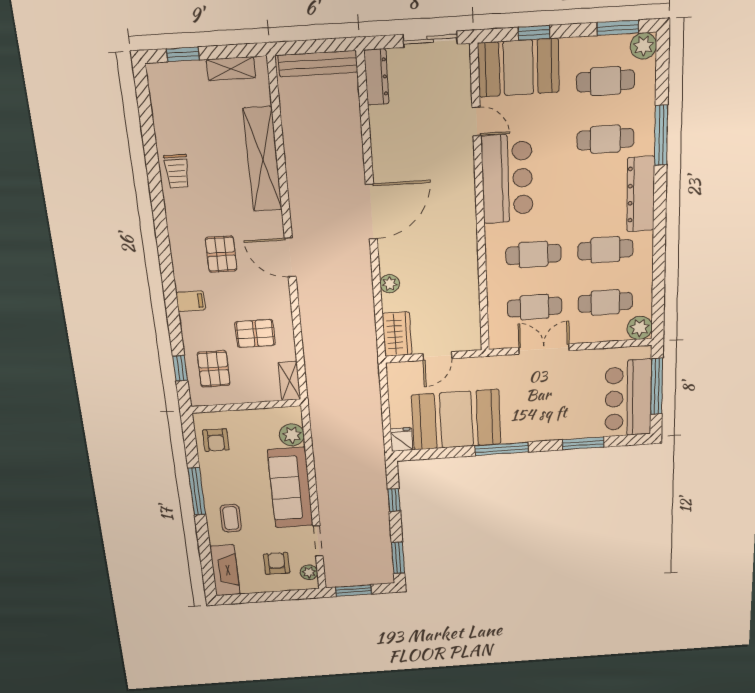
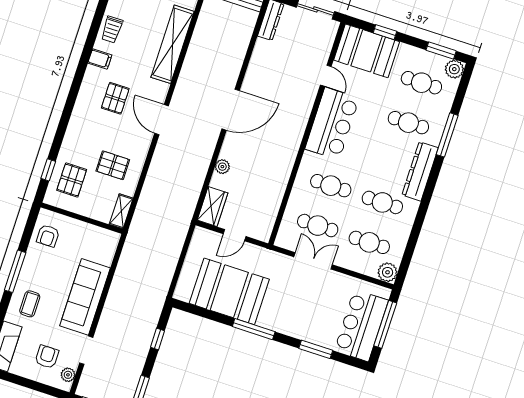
filing cabinet: (191, 301) -> (100, 59), moved
plant: (292, 435) -> (105, 254), removed
fridge: (402, 439) -> (183, 291), removed

